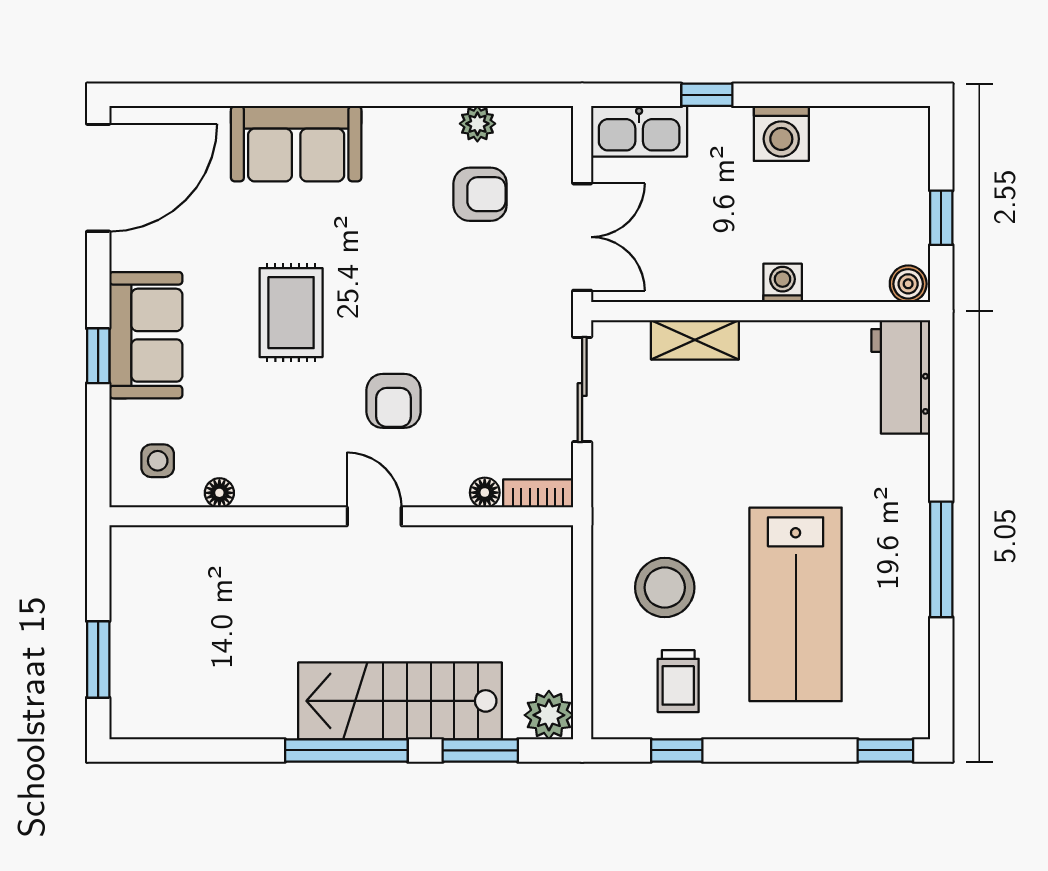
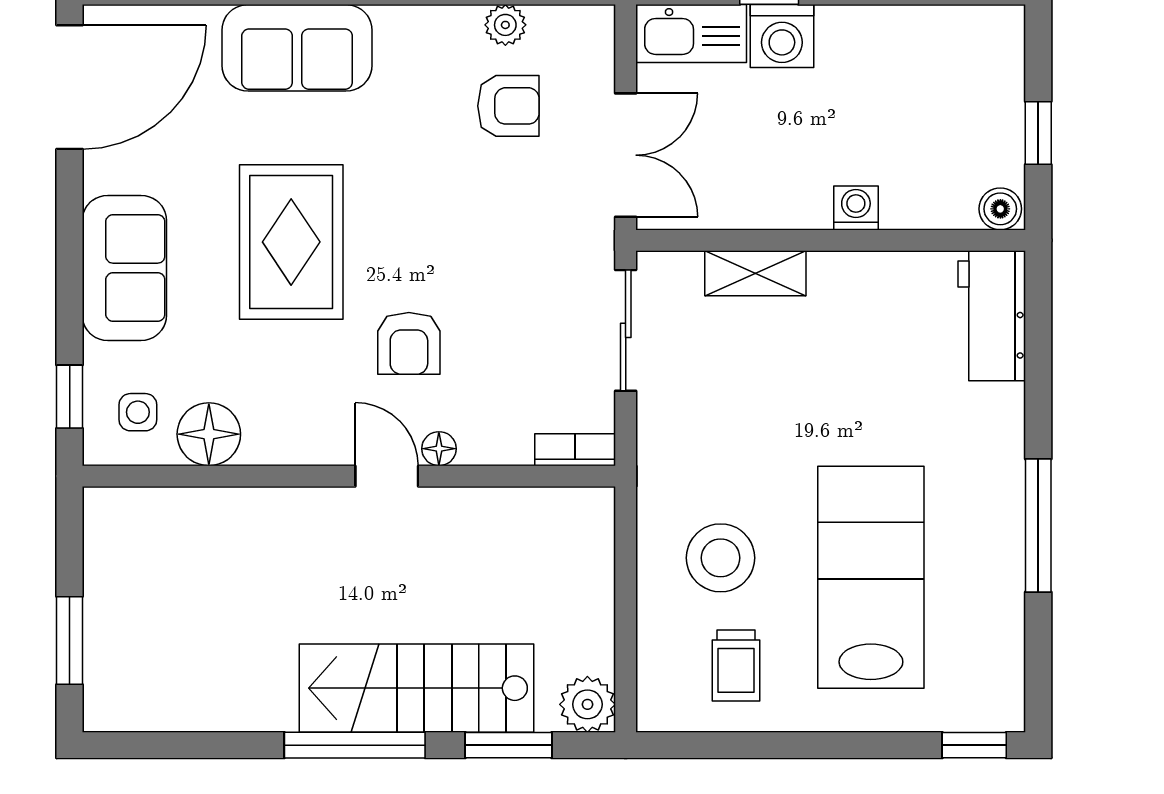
washing machine: (781, 133) -> (782, 36), moved
rug: (291, 313) -> (291, 242), width x1.36, depth x1.43
window: (98, 356) -> (70, 397), moved
floor lamp: (219, 493) -> (209, 434), width x1.89, depth x1.89
floor lamp: (485, 493) -> (439, 449), moved
lab bench: (796, 604) -> (871, 577), turned 180
window: (677, 750) -> (734, 745), removed

